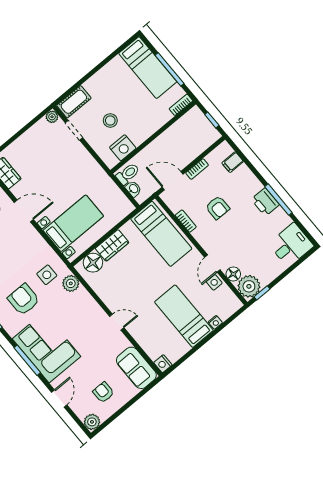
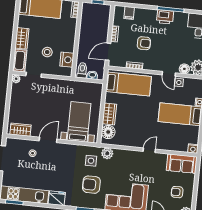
wardrobe: (98, 81) -> (22, 38), added

